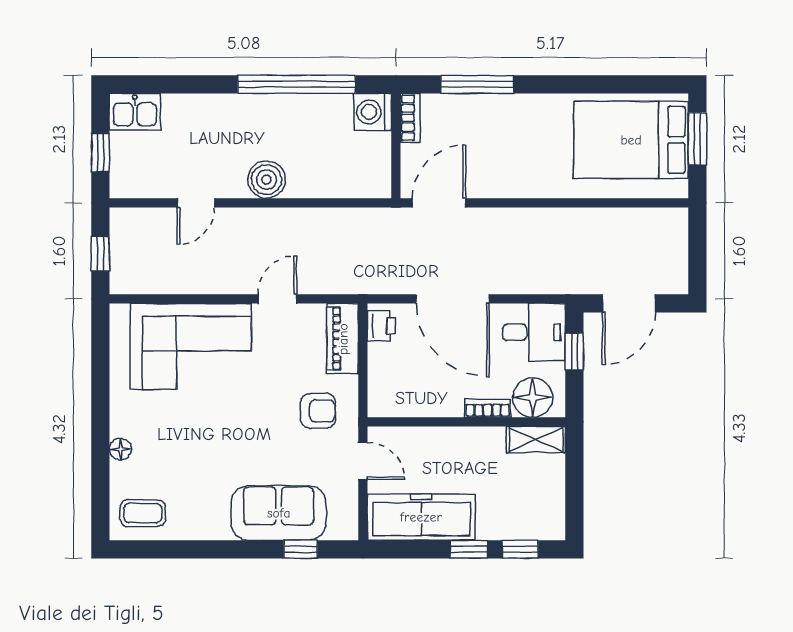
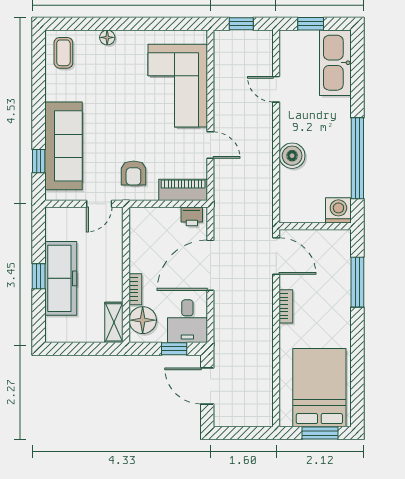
kitchen sink: (135, 112) -> (335, 63), width x1.88, depth x1.24
bookcase: (410, 118) -> (286, 306), moved, turned -90
boiler: (267, 180) -> (292, 156), moved
sofa: (279, 513) -> (63, 146), width x1.36
freezer: (421, 517) -> (61, 278), moved
window: (520, 549) -> (39, 312), removed

